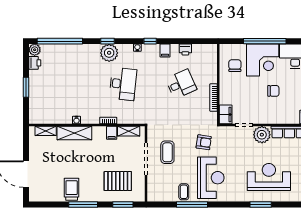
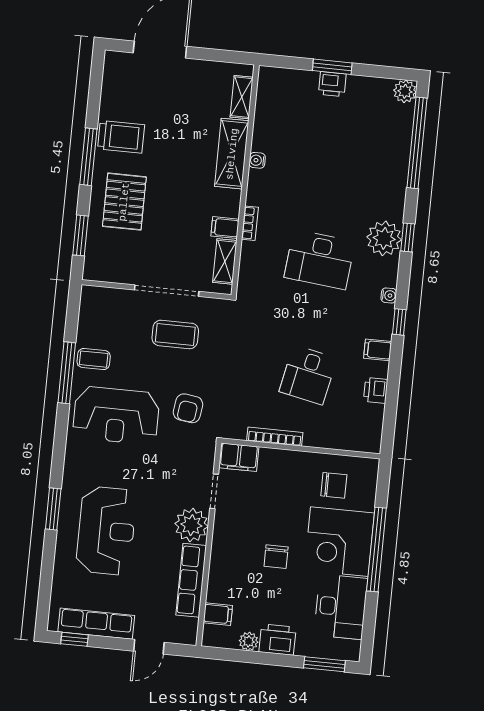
printer: (35, 63) -> (332, 84), moved
desk: (181, 84) -> (308, 375), turned 36
pallet: (118, 181) -> (124, 202), moved

